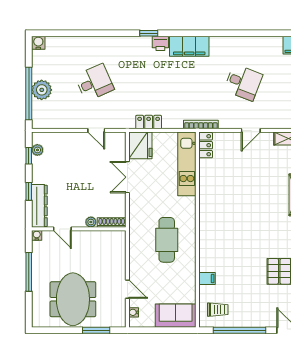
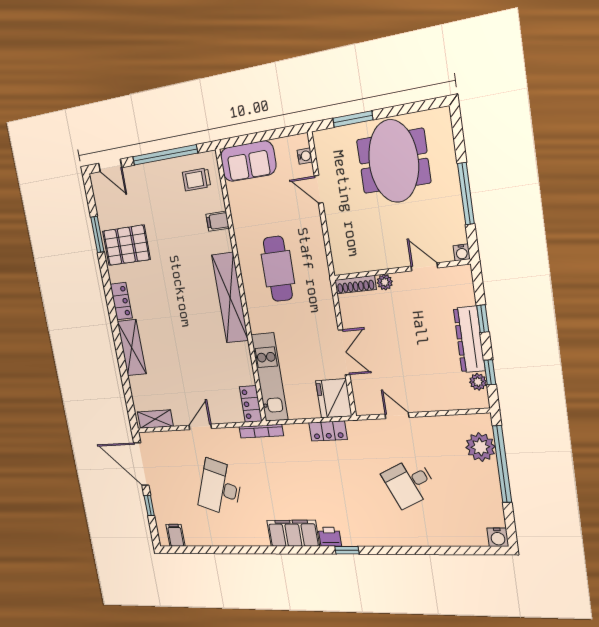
desk: (243, 82) -> (220, 488), width x1.37
plant: (42, 90) -> (480, 447), moved
dresser: (39, 206) -> (469, 339), moved
shelving: (208, 224) -> (230, 298), added

